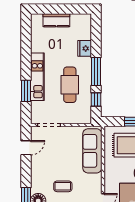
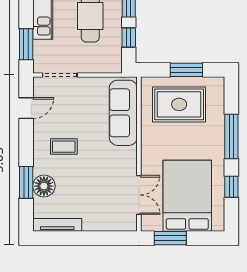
window: (26, 91) -> (26, 44), moved
coffee table: (63, 186) -> (64, 147), moved

